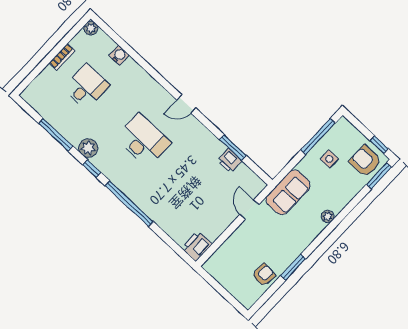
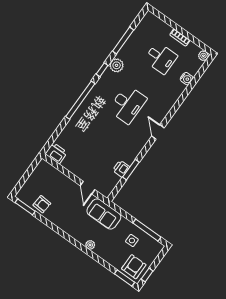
door: (249, 210) -> (88, 188), swing flipped
window: (293, 267) -> (25, 207), moved

